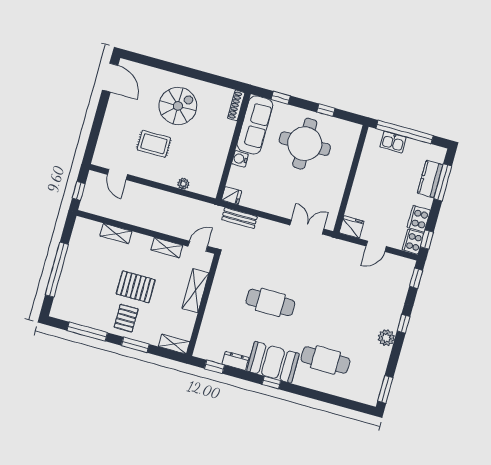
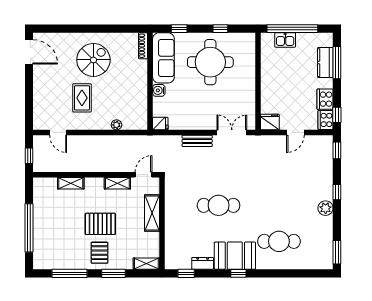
rug: (154, 144) -> (82, 98), turned 90
bench: (239, 218) -> (197, 141), moved

